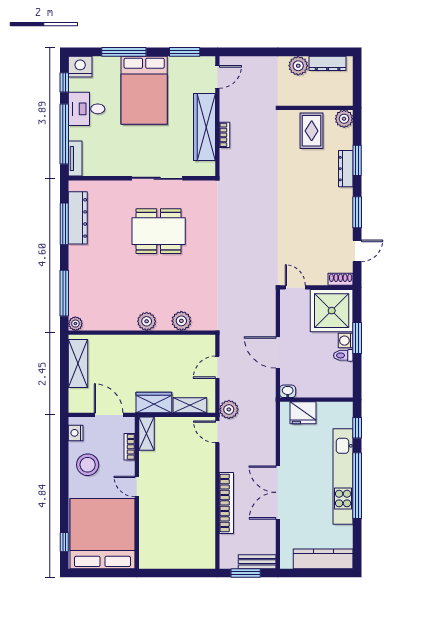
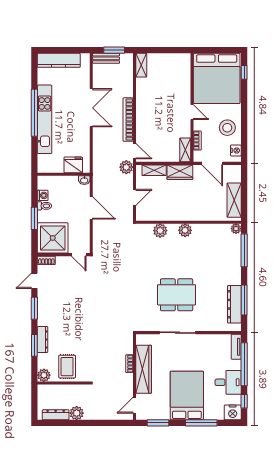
washing machine: (346, 341) -> (43, 195), moved
window: (357, 428) -> (34, 154), removed
bookcase: (226, 503) -> (128, 120), moved
shelving: (208, 552) -> (141, 65), added

